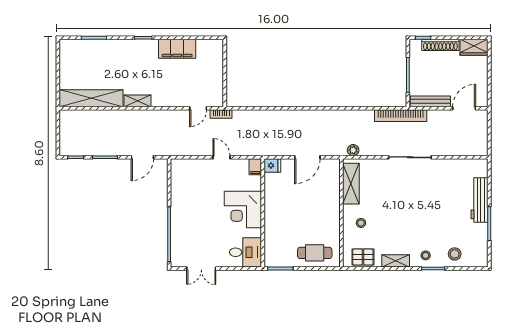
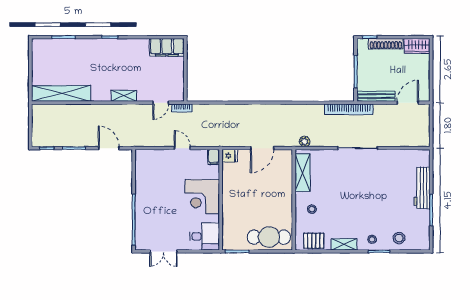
filing cabinet: (177, 49) -> (167, 47), moved
shelving: (137, 101) -> (124, 96), moved
door: (142, 157) -> (109, 148), swing flipped
cafe table: (315, 253) -> (269, 237), width x1.37, depth x1.35

